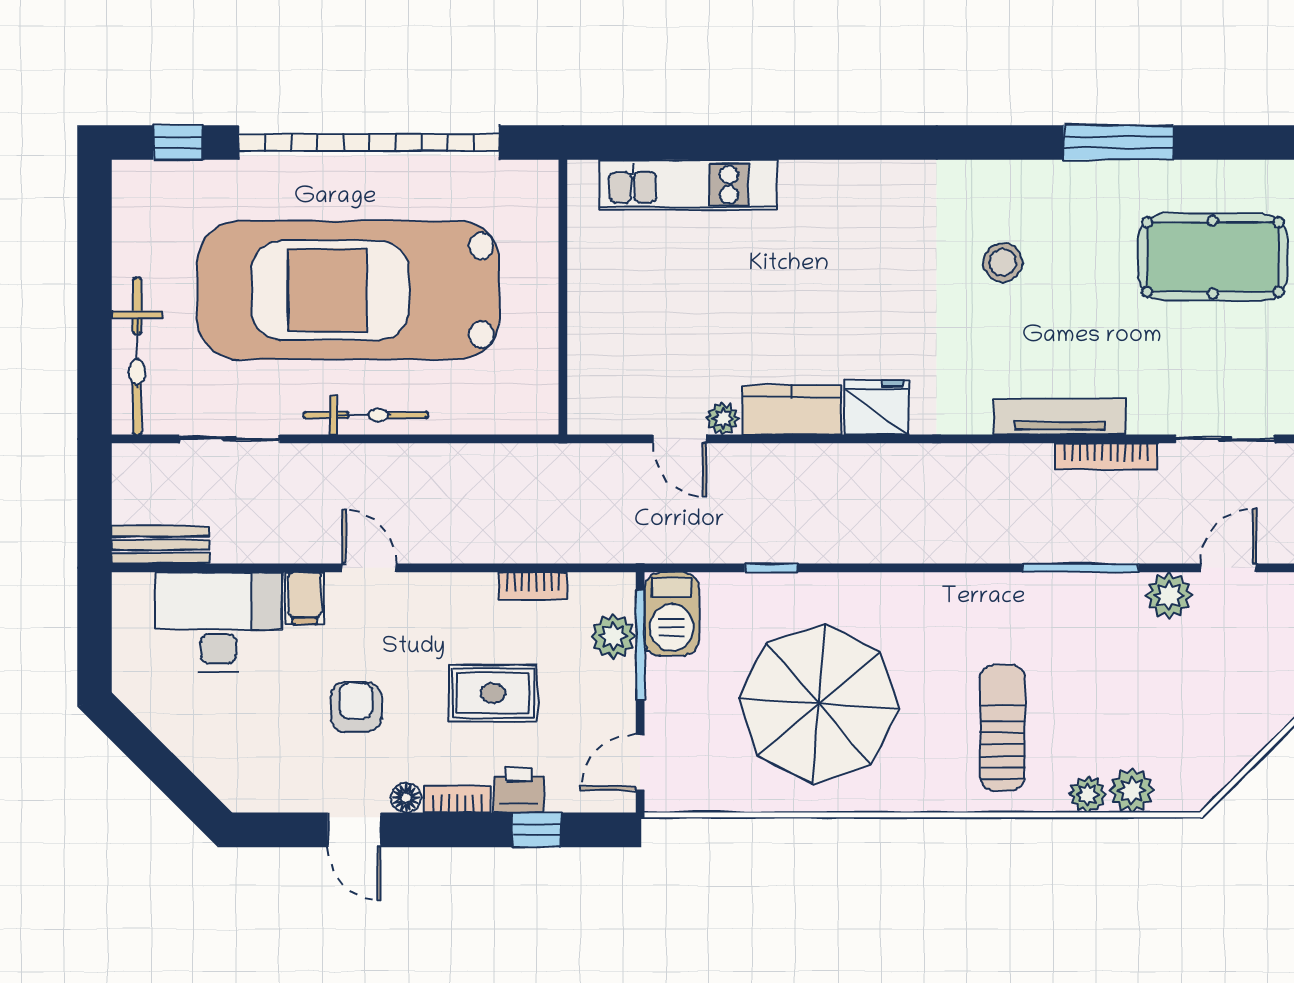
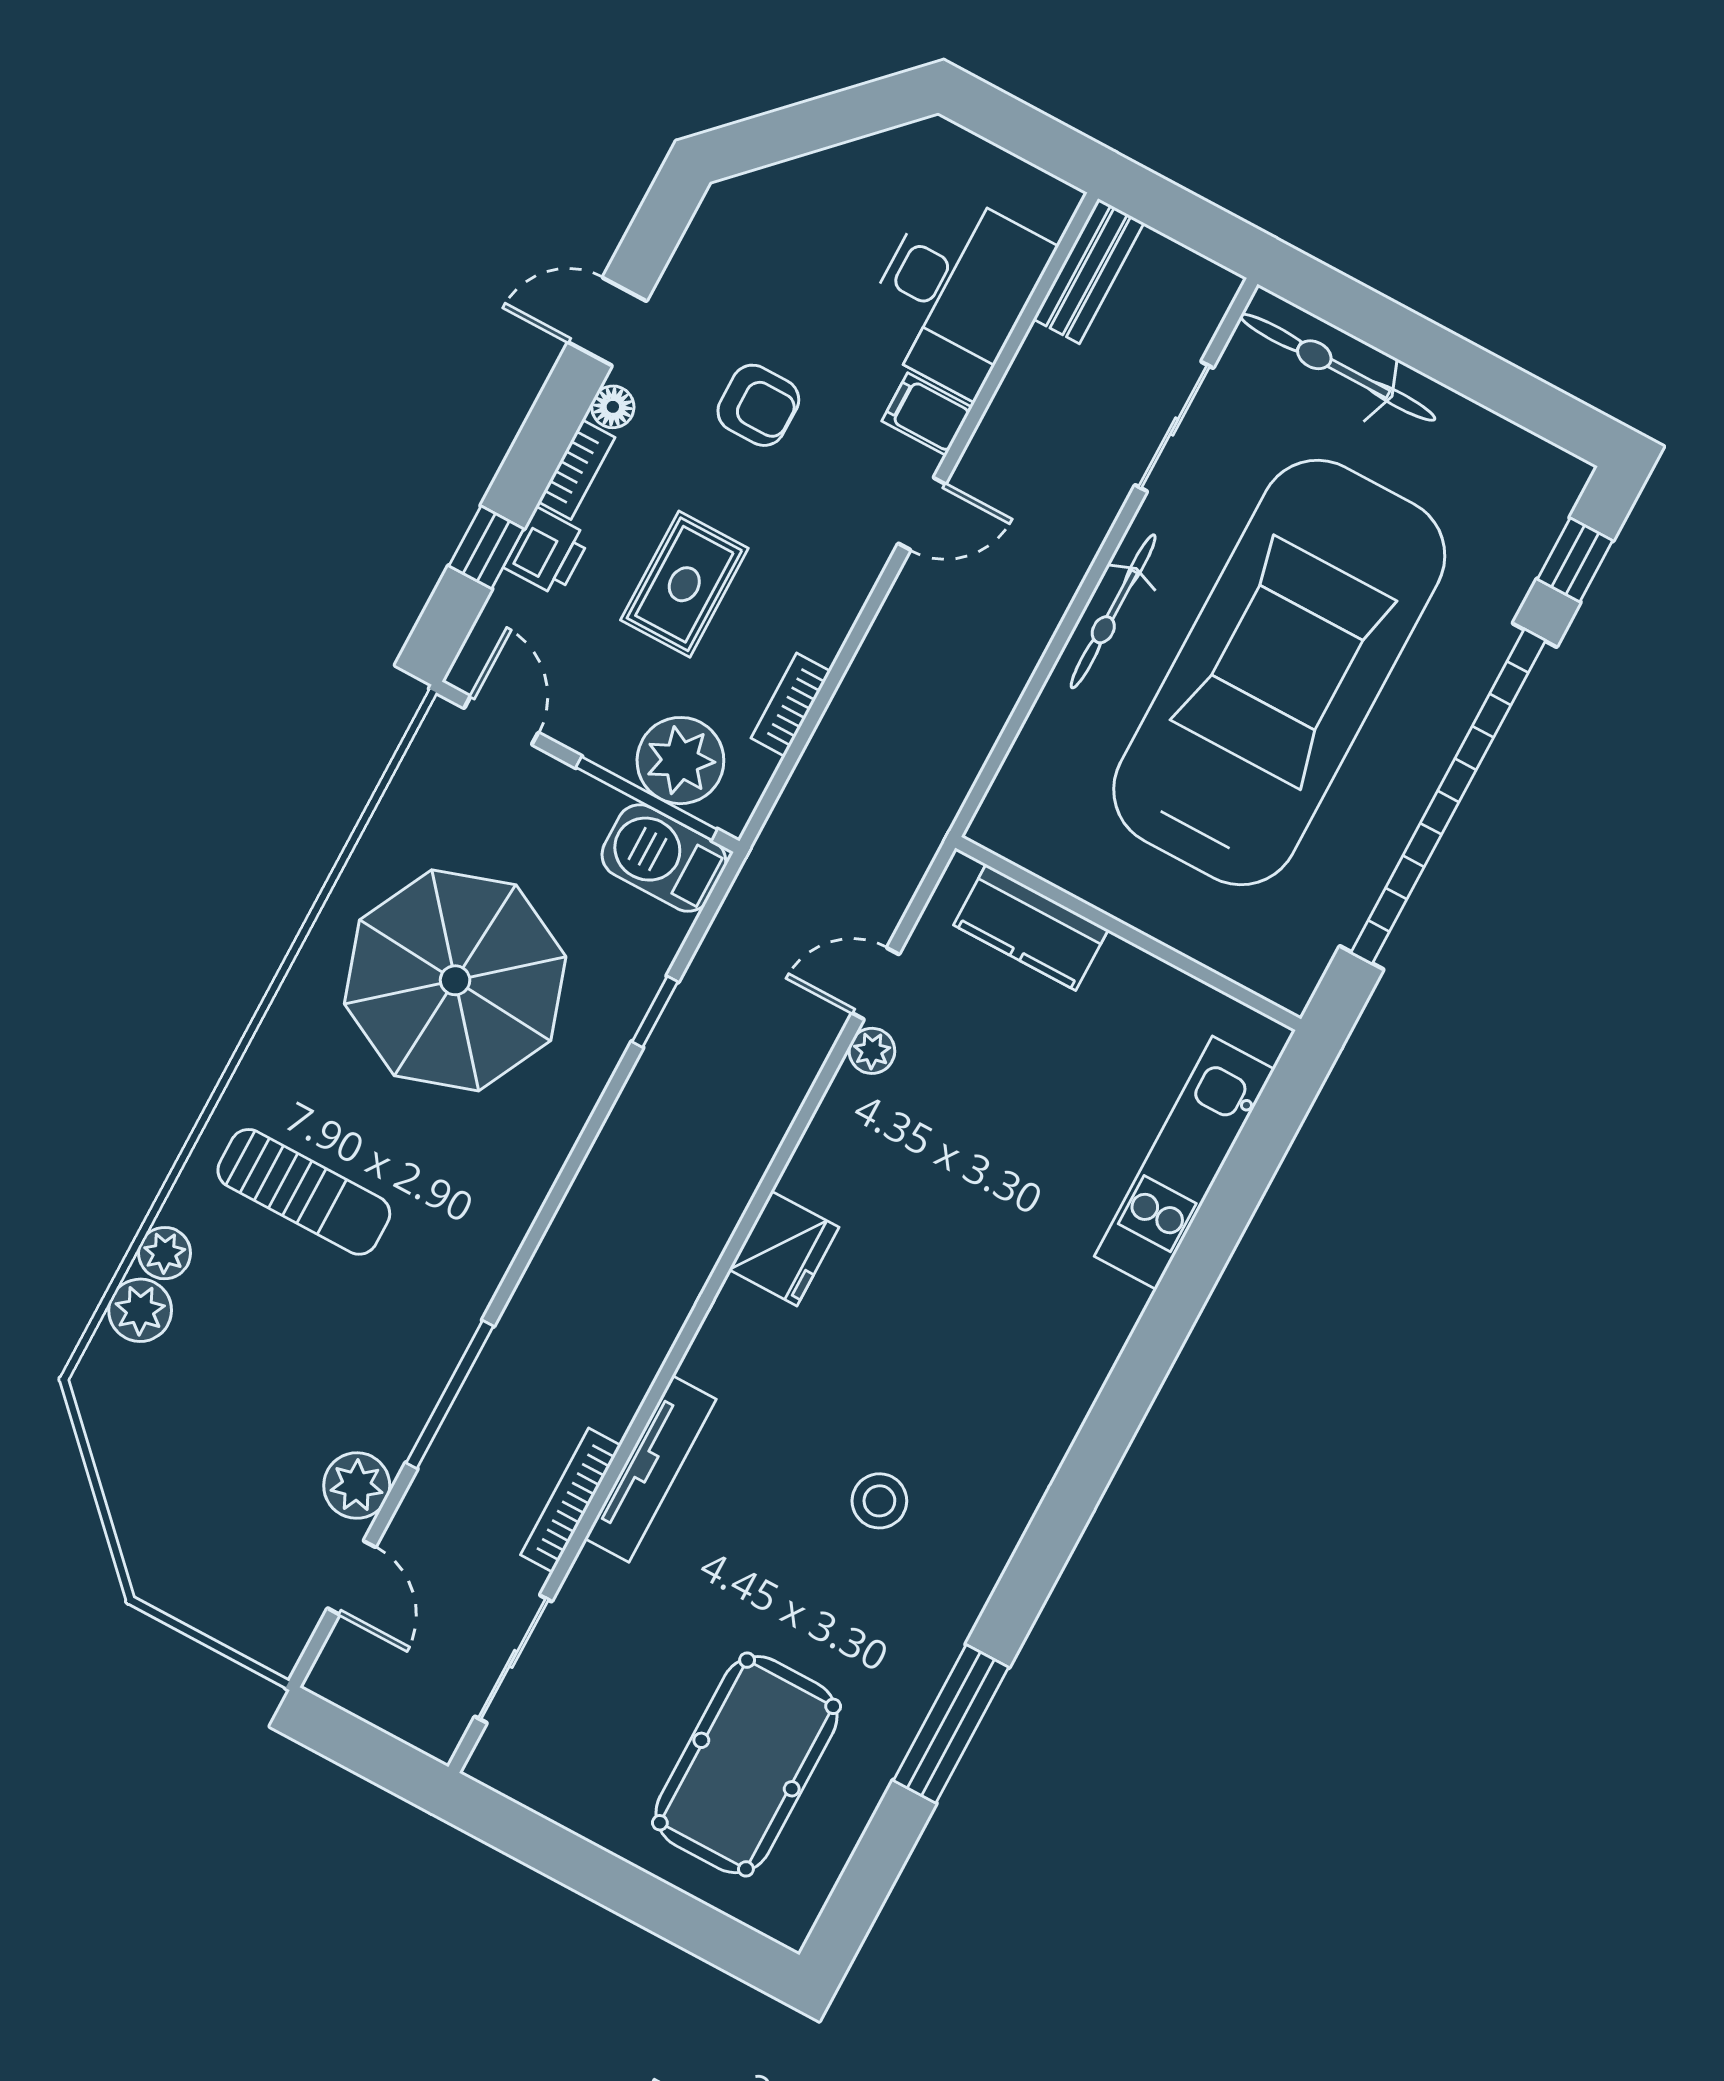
kitchen counter: (792, 410) -> (1031, 927), moved, turned 90
plant: (613, 636) -> (680, 761), width x1.36, depth x1.36

